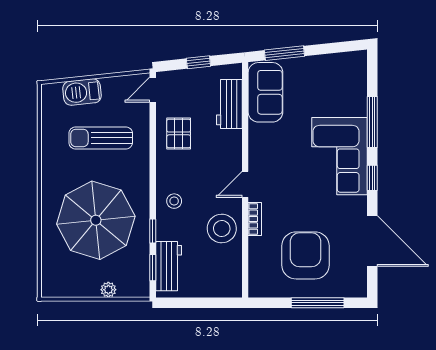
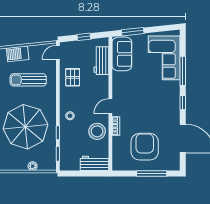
corner sofa: (340, 156) -> (164, 58), moved
workbench: (169, 266) -> (95, 163), moved, turned -90

